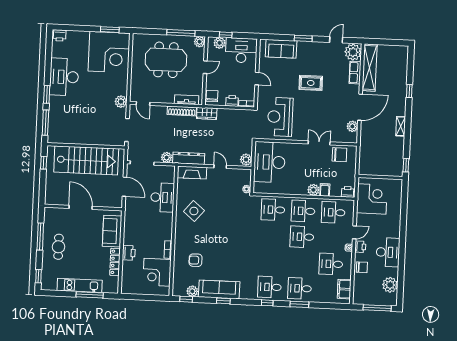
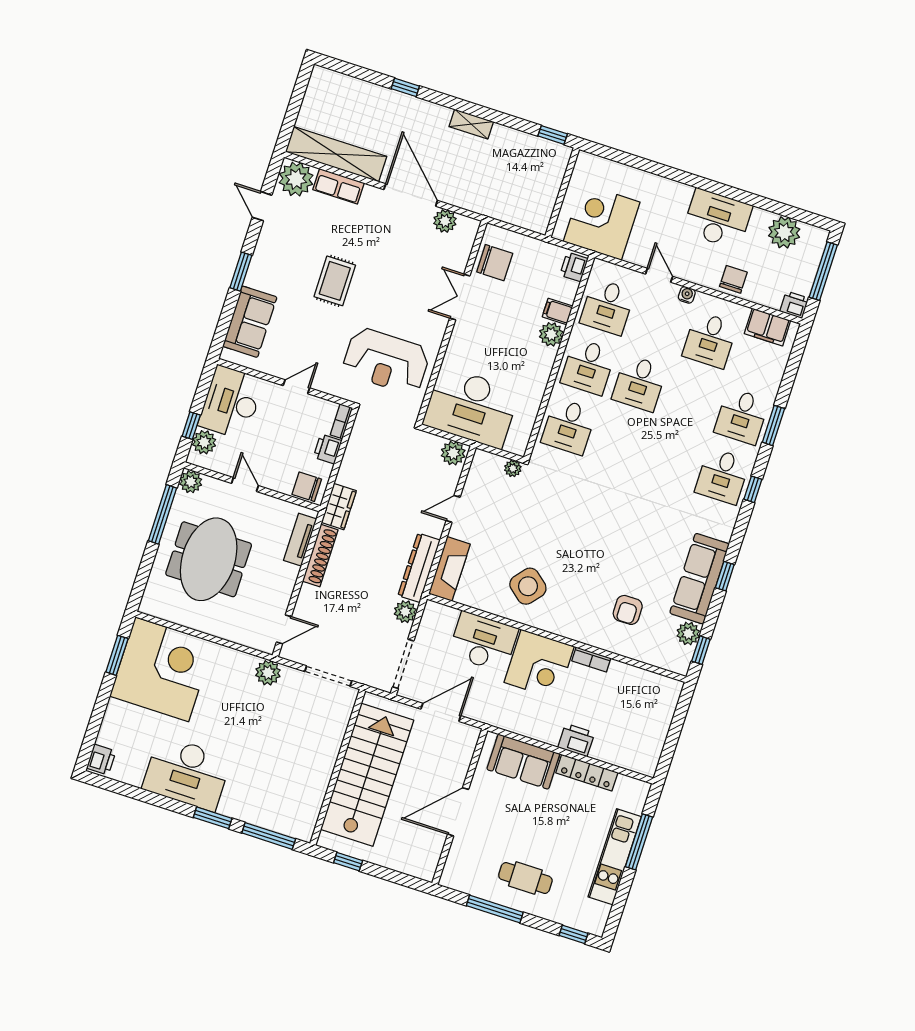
chair: (339, 155) -> (495, 263), turned 90
printer: (360, 247) -> (794, 305), moved
corner desk: (157, 272) -> (539, 664), moved

